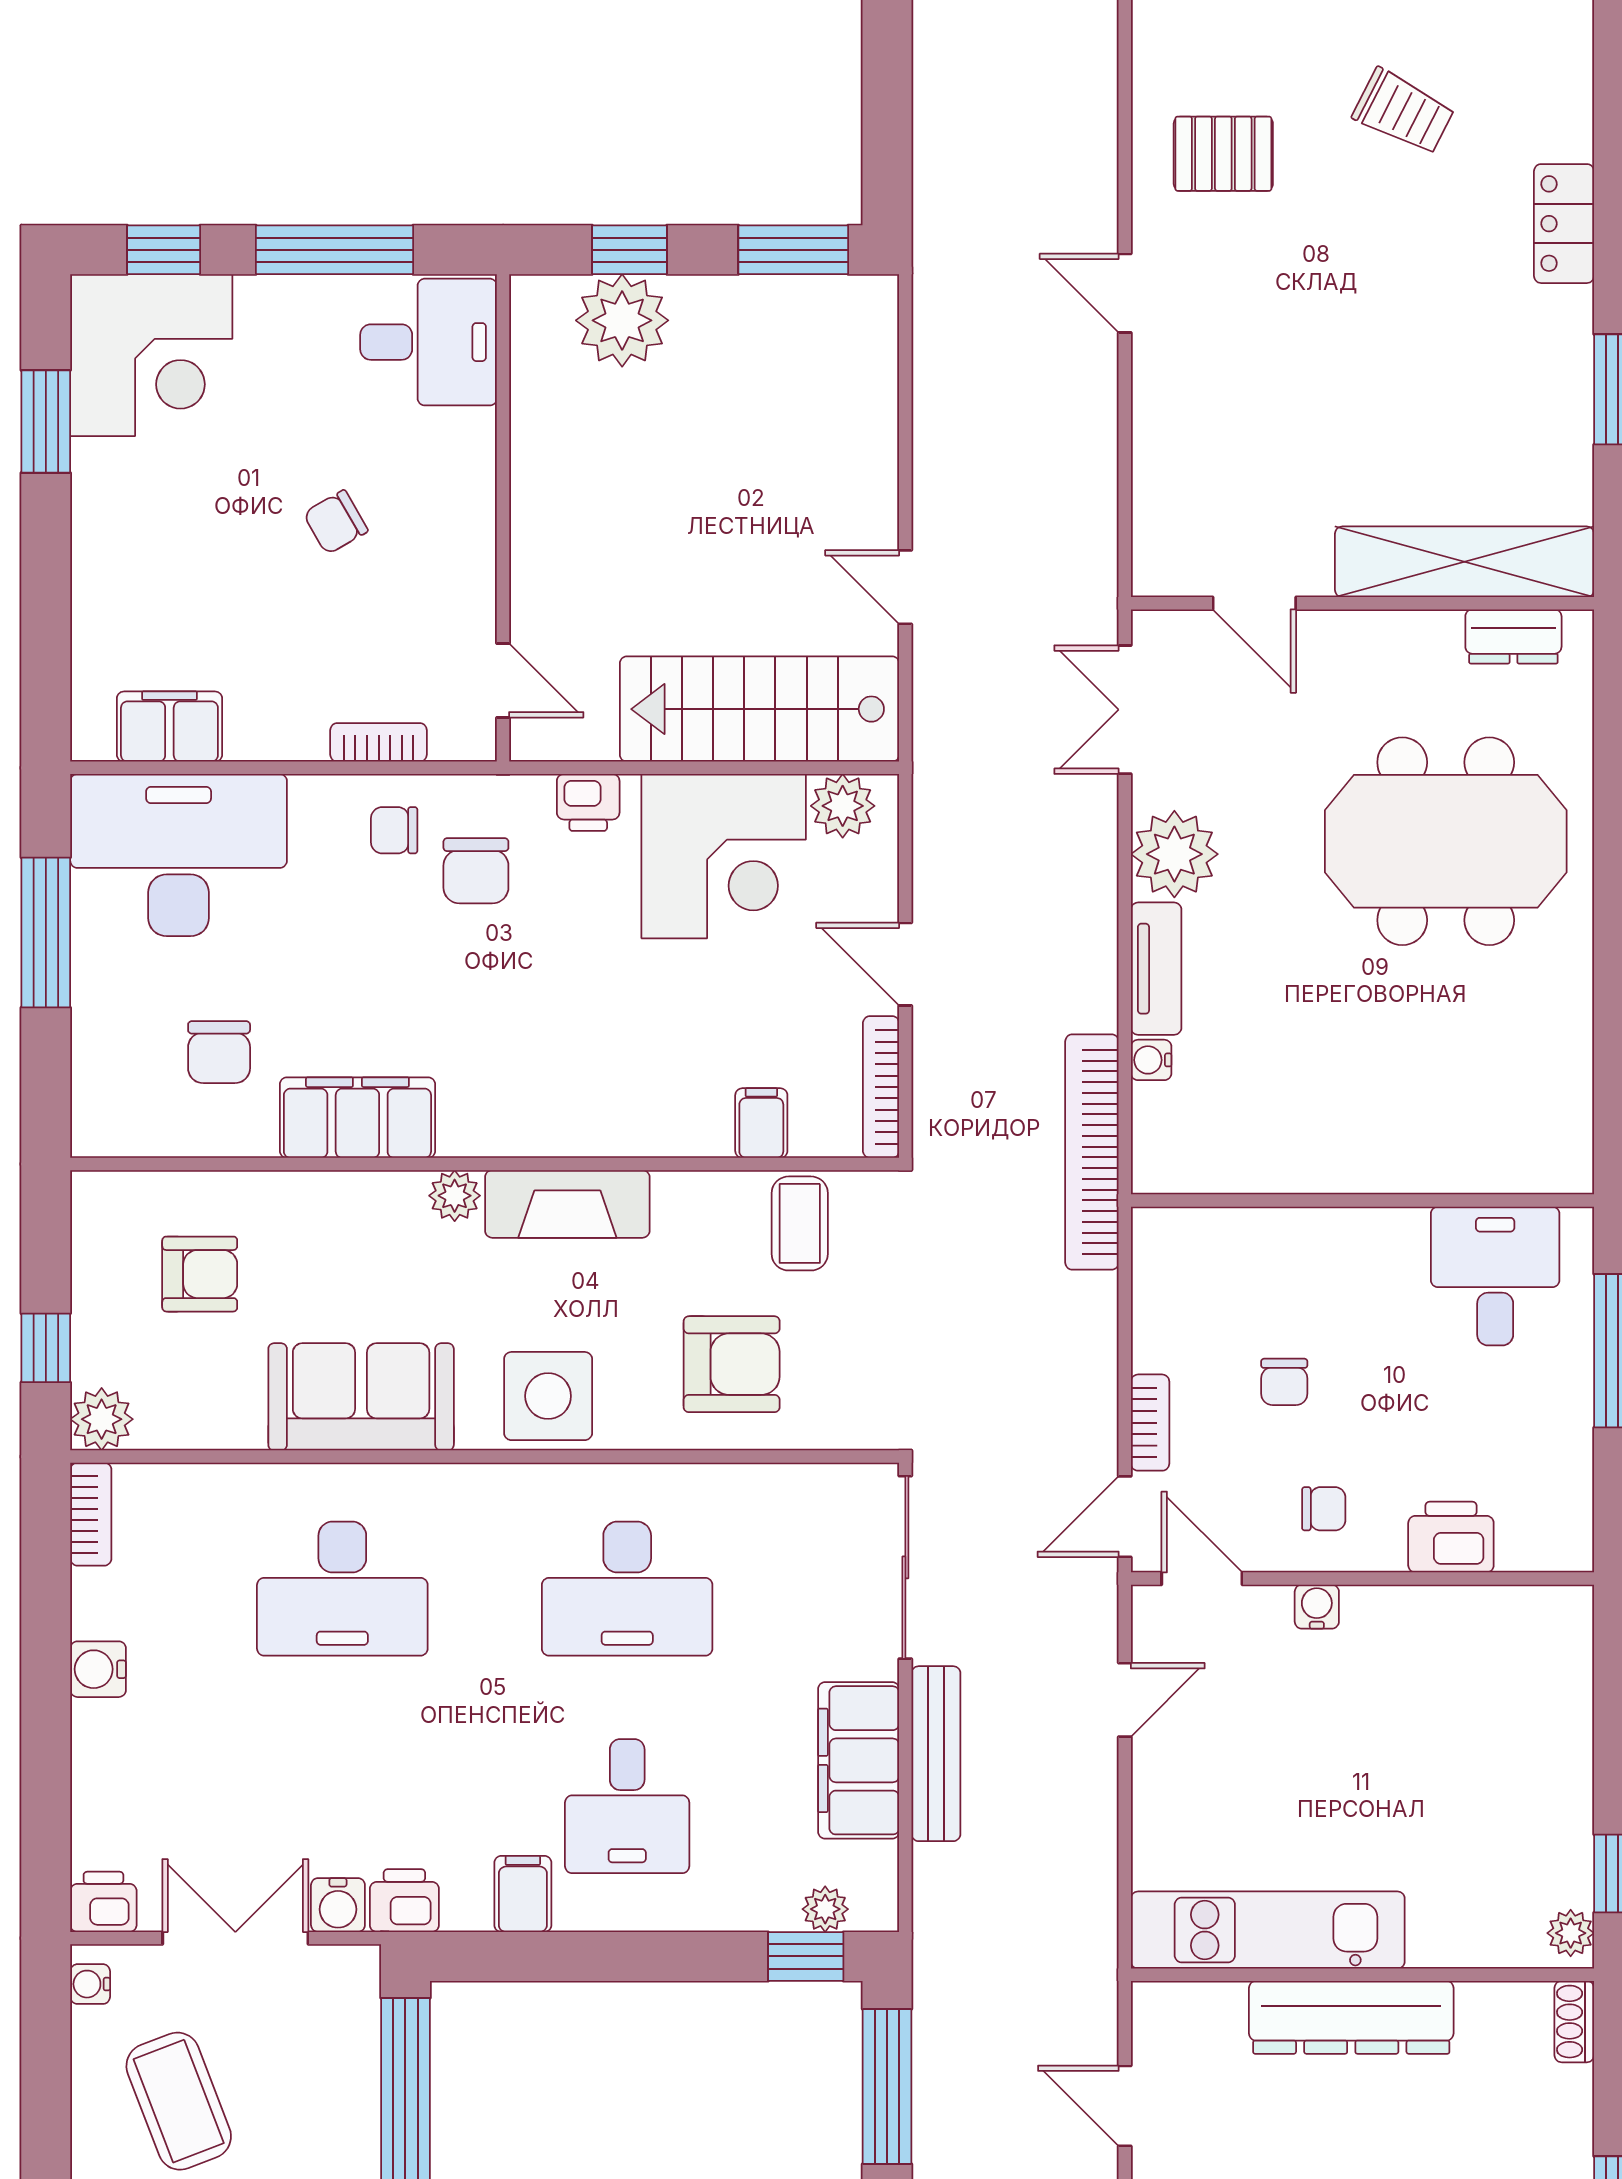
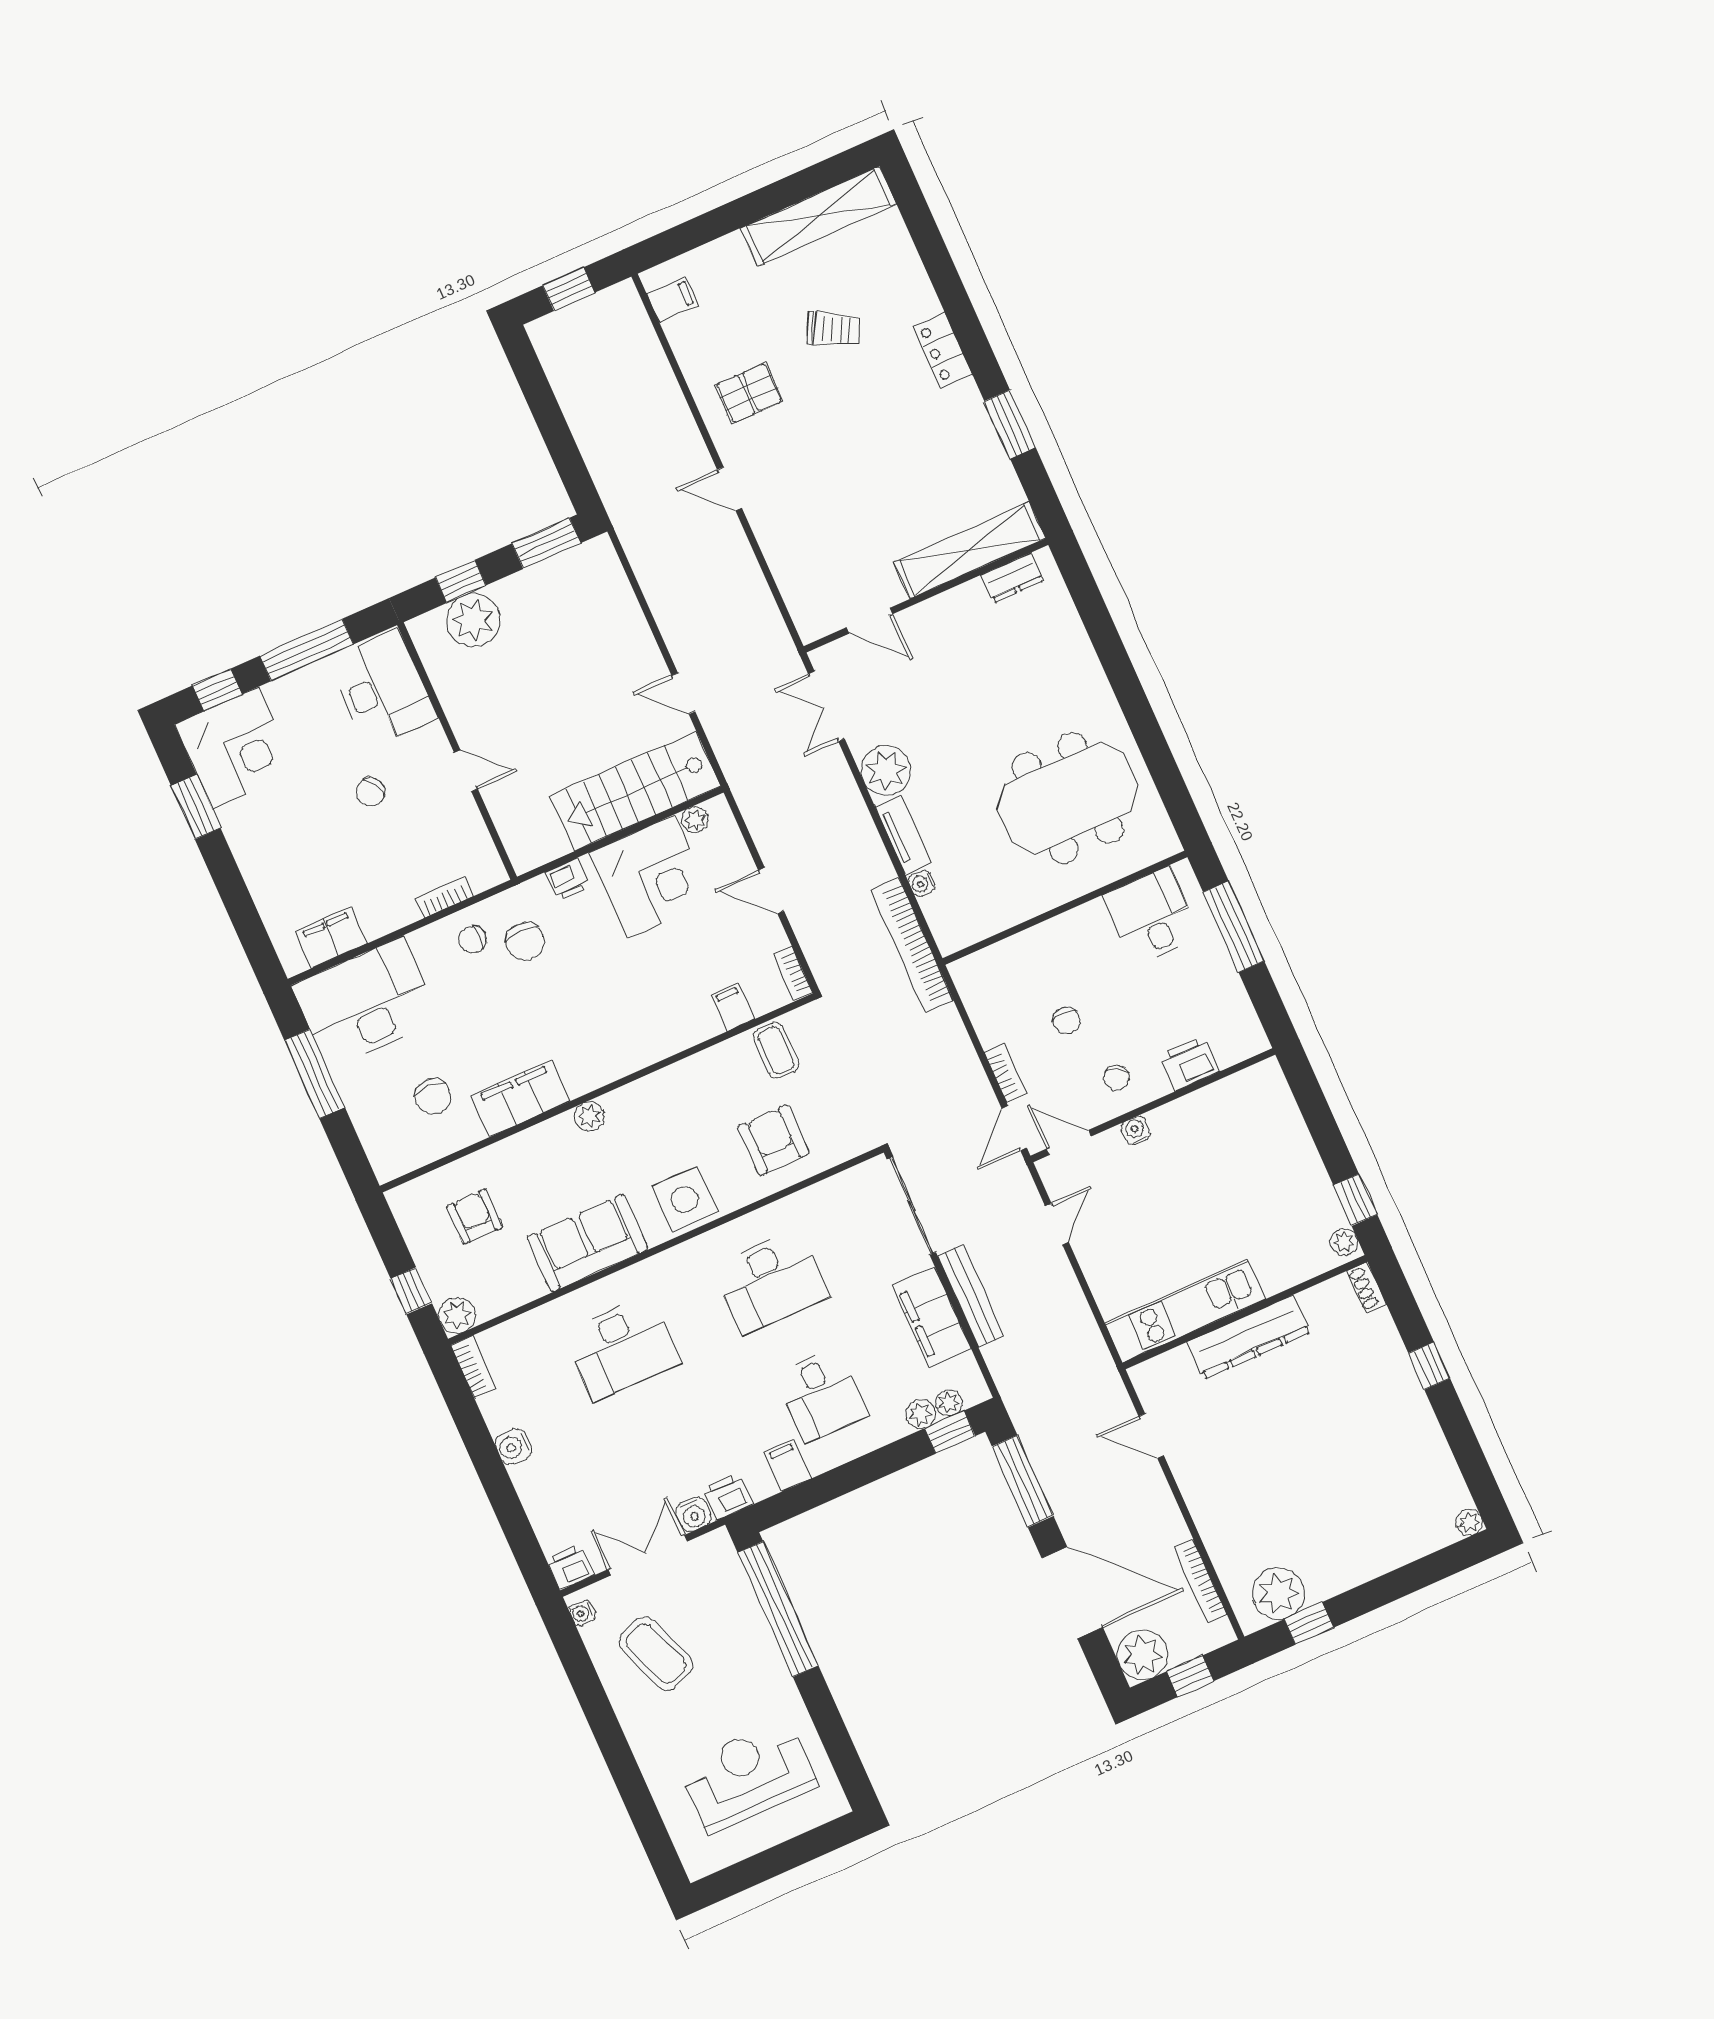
desk: (429, 342) -> (383, 689), width x1.37
door: (503, 680) -> (466, 771), moved
plant: (843, 806) -> (695, 820), width x0.73, depth x0.73
meeting table: (1446, 841) -> (1068, 798), moved
bookcase: (881, 1087) -> (793, 974), width x0.64
fireplace: (567, 1204) -> (650, 1094), removed
armchair: (200, 1274) -> (474, 1217), turned -90
armchair: (732, 1364) -> (773, 1140), turned -90
chair: (1324, 1509) -> (1116, 1078), turned 117
plant: (772, 1906) -> (921, 1414), added

